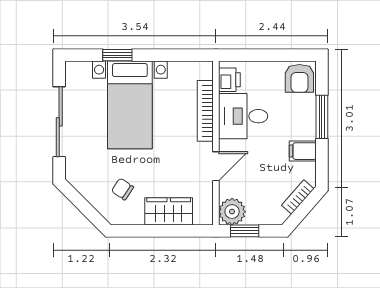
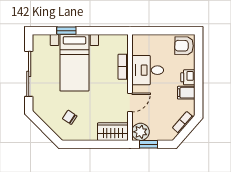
armchair: (299, 78) -> (184, 46), turned 91
printer: (229, 80) -> (188, 77), moved, turned 180
bookcase: (205, 111) -> (123, 67), width x0.64
window: (322, 117) -> (199, 71), removed
wardrobe: (169, 211) -> (113, 132), moved

